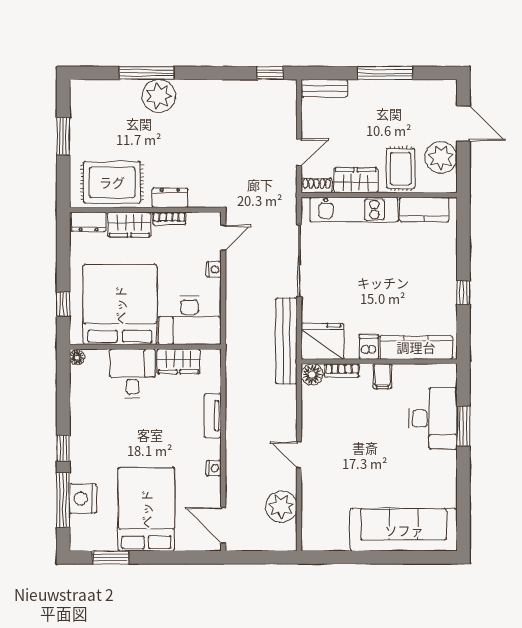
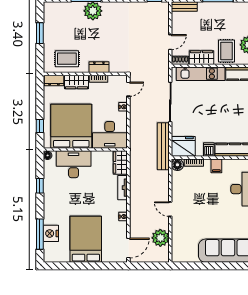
rug: (112, 182) -> (67, 59), width x0.73, depth x0.70
wardrobe: (178, 361) -> (120, 163), moved, turned 90
desk: (132, 373) -> (74, 164), width x1.37
window: (63, 448) -> (40, 186), moved
door: (223, 525) -> (128, 248), swing flipped
window: (111, 557) -> (66, 266), removed

